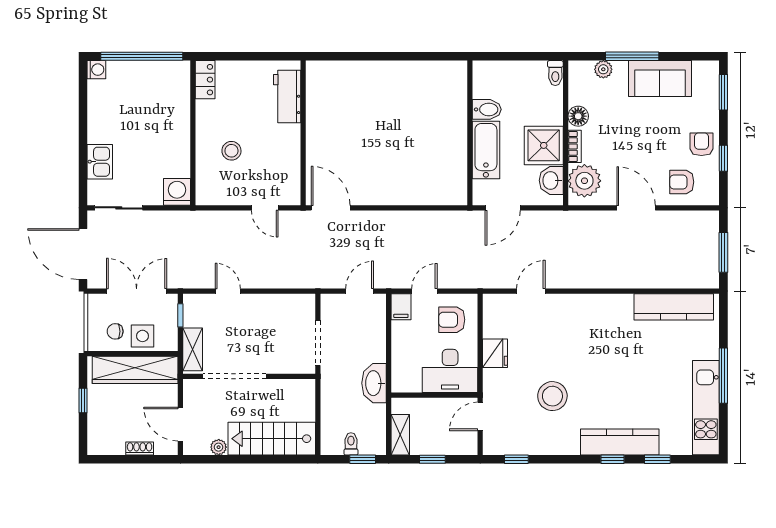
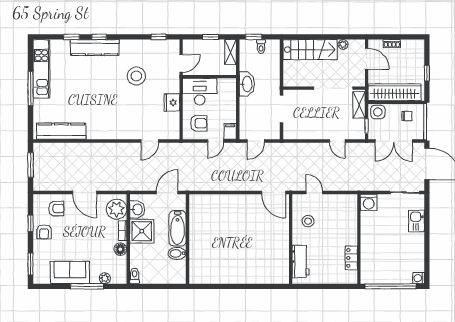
locker: (205, 80) -> (351, 258), moved
stool: (231, 151) -> (308, 221), moved
side table: (143, 336) -> (378, 112), moved

